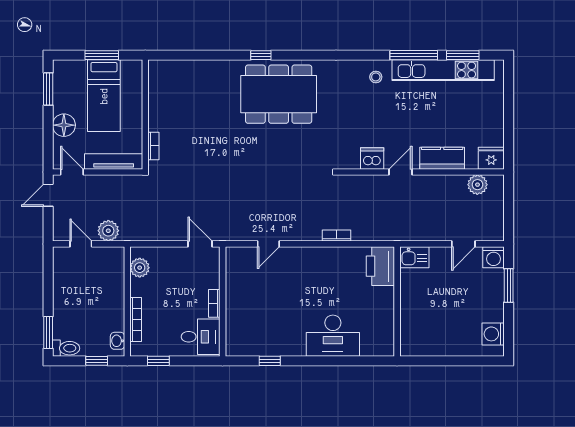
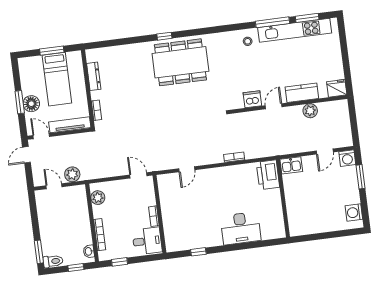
window: (48, 89) -> (20, 102), moved
dresser: (155, 98) -> (94, 76), added
plant: (477, 185) -> (310, 111), moved

